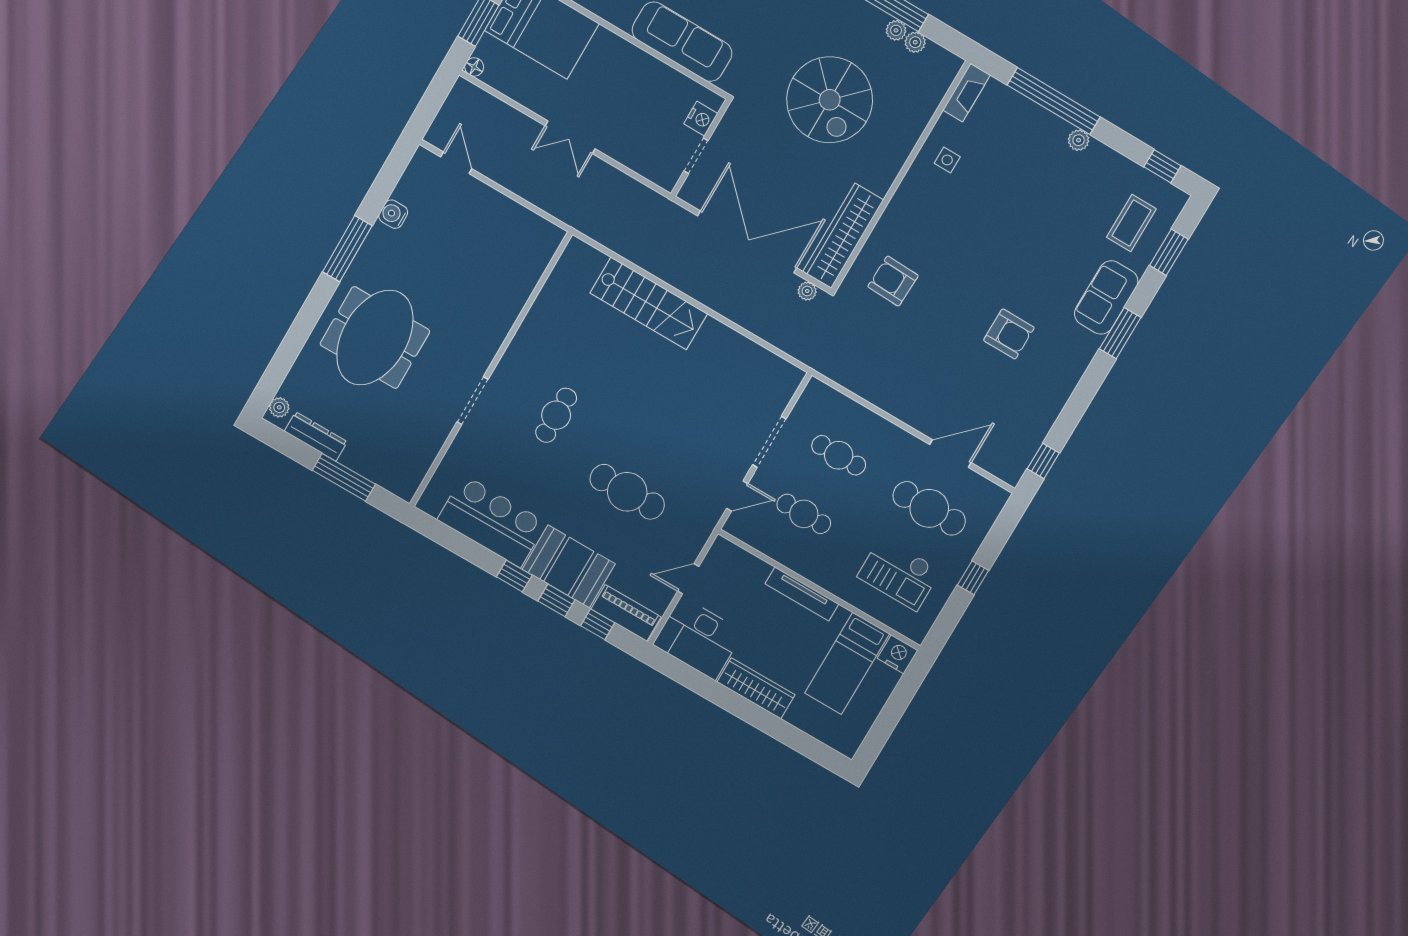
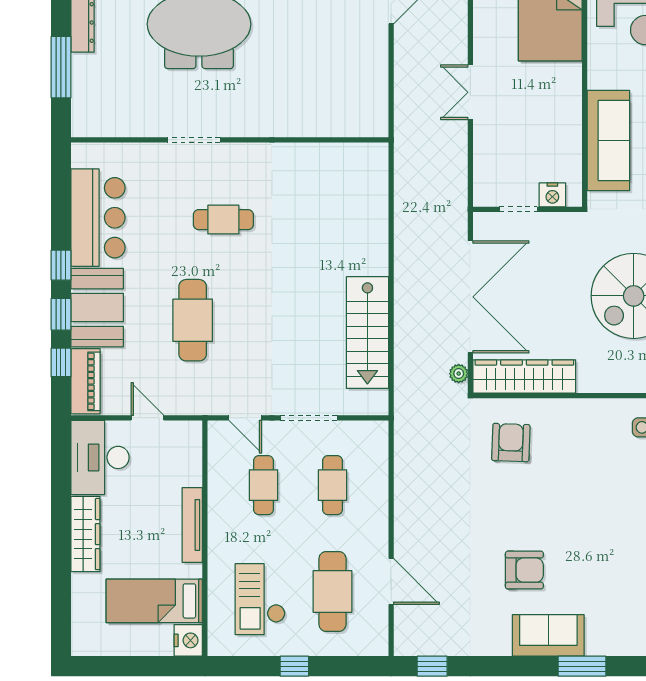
sofa: (1106, 298) -> (548, 635), moved
stairs: (649, 303) -> (367, 333), moved
armchair: (1009, 334) -> (524, 570), turned -90

